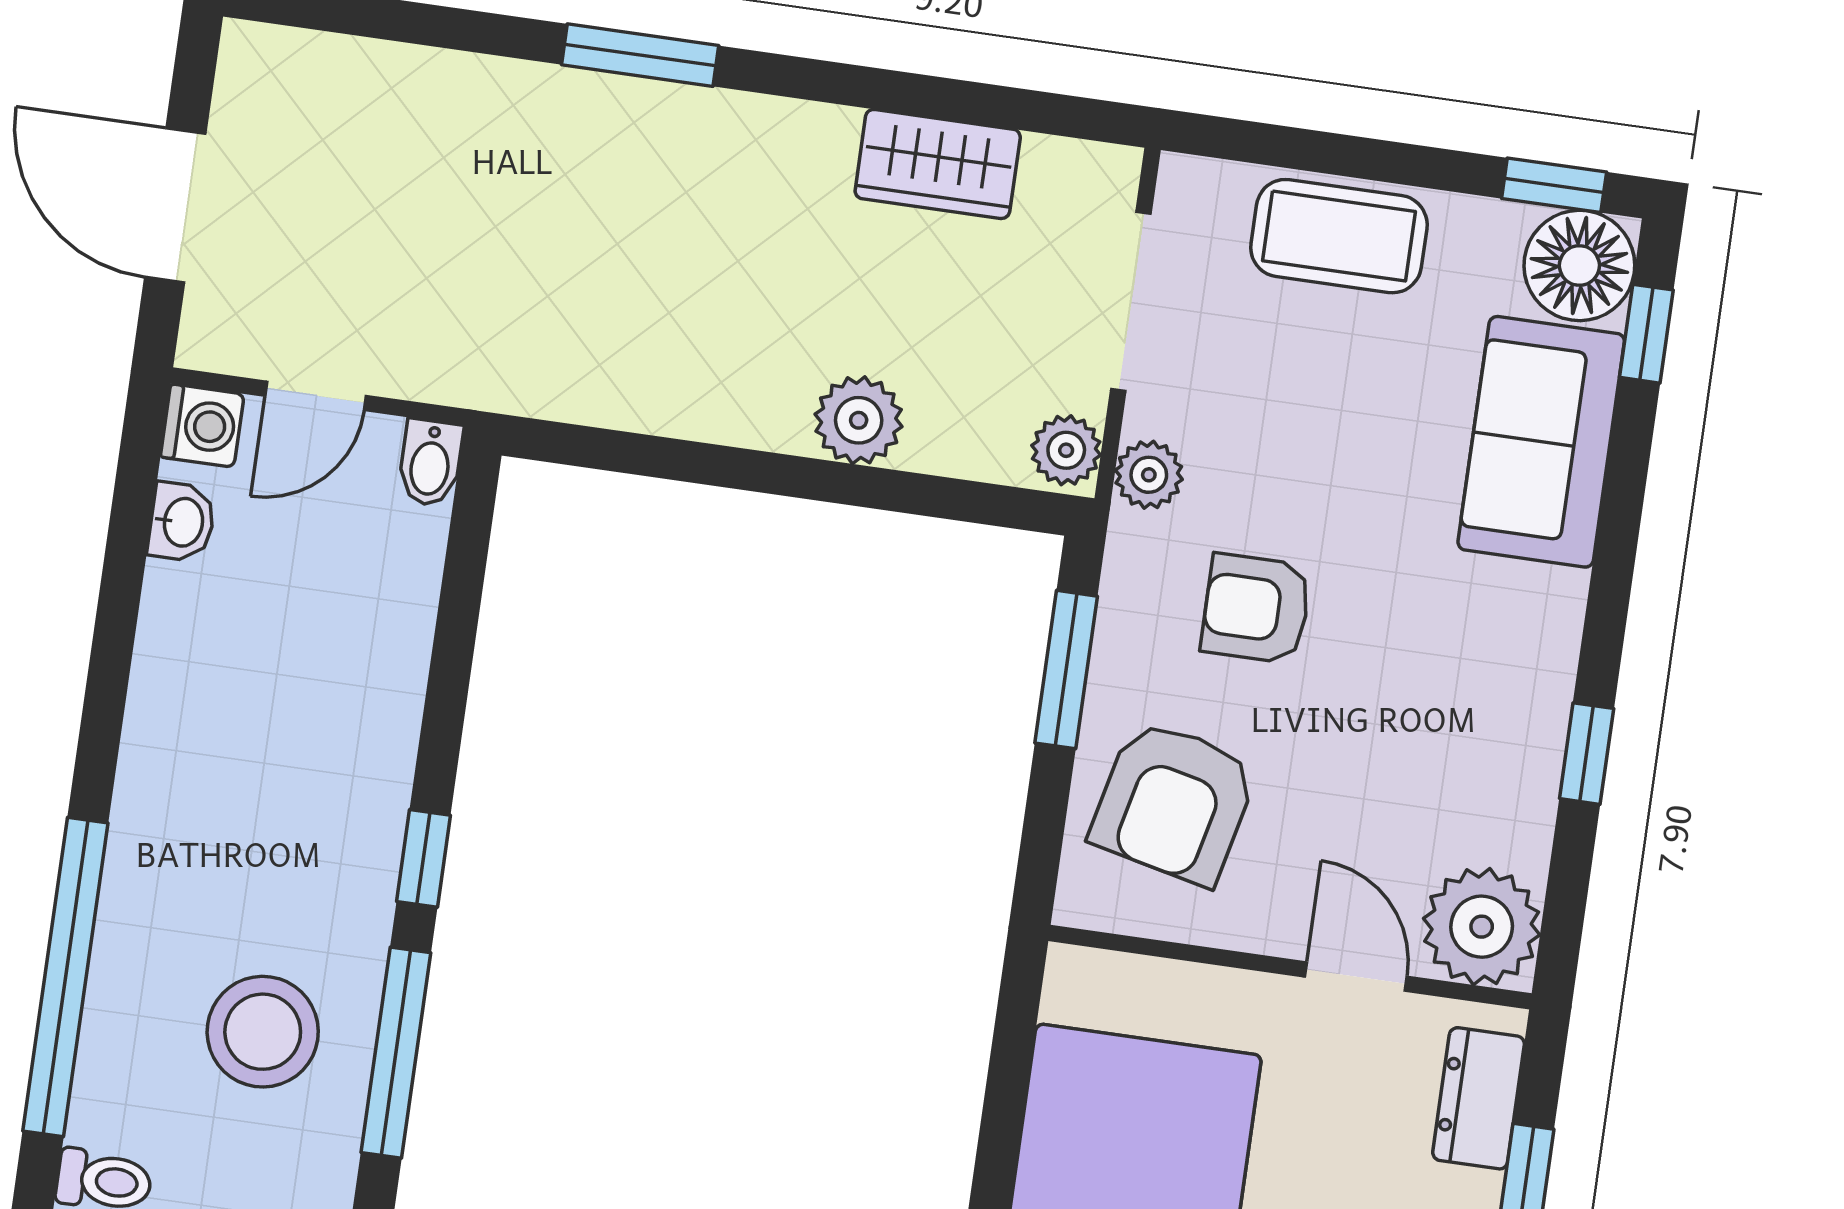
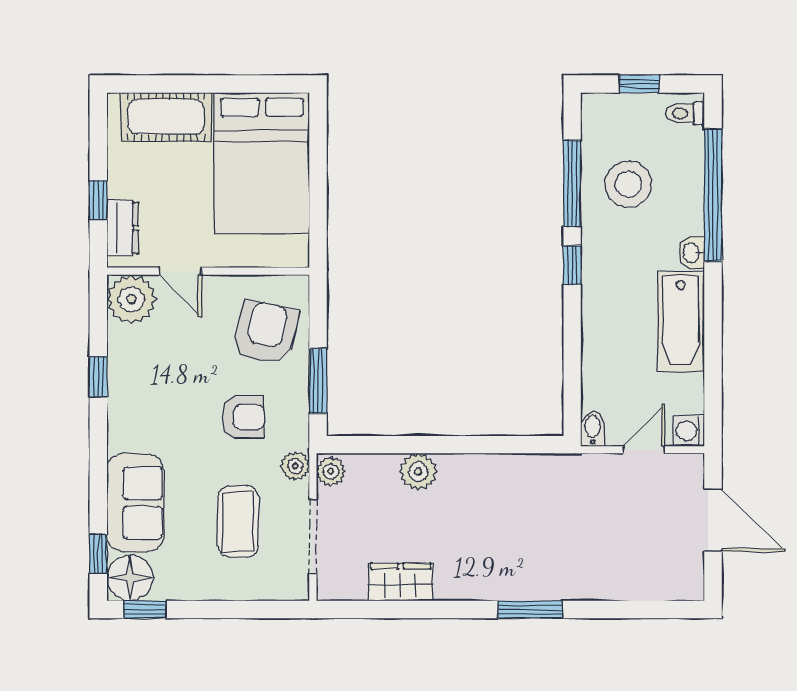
coffee table: (1339, 236) -> (238, 522), moved, turned 90
washbasin: (182, 522) -> (692, 253), moved
bathtub: (185, 689) -> (681, 321), added

